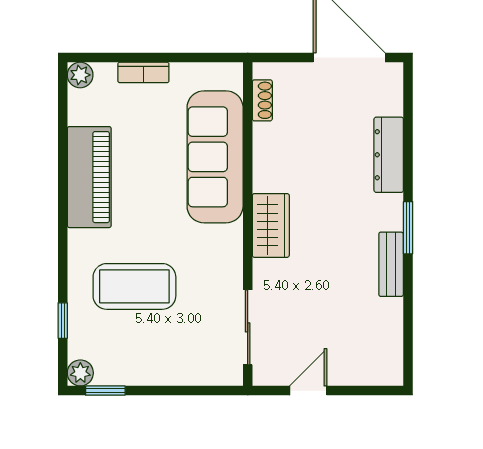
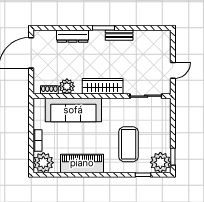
plant: (80, 75) -> (43, 163), width x1.88, depth x1.88
plant: (270, 141) -> (67, 86), added
wardrobe: (271, 225) -> (103, 86), width x1.50
plant: (80, 373) -> (160, 162), width x1.87, depth x1.87
door: (308, 391) -> (173, 70), swing flipped

